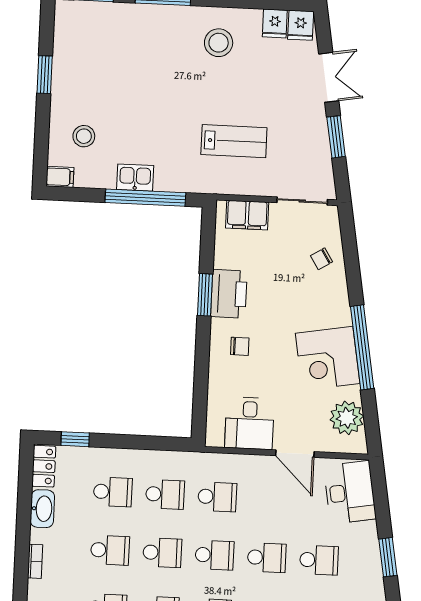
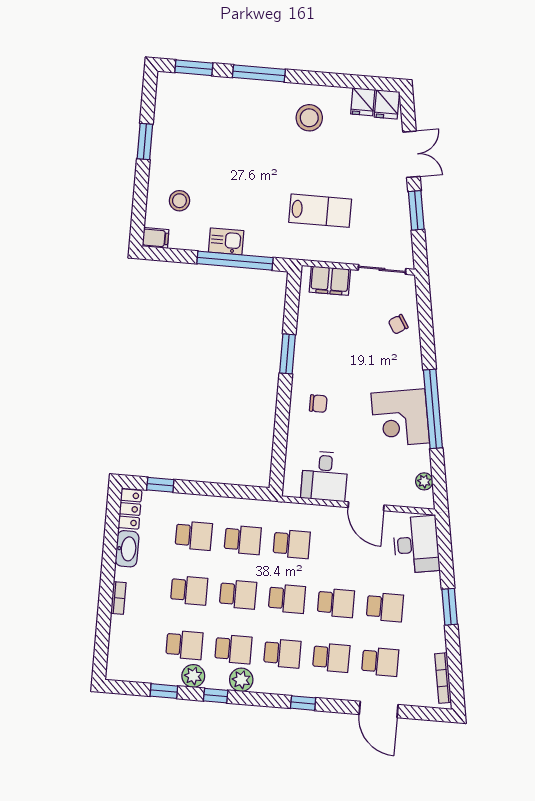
printer: (229, 294) -> (310, 354), removed
plant: (347, 418) -> (424, 481), width x0.53, depth x0.53

